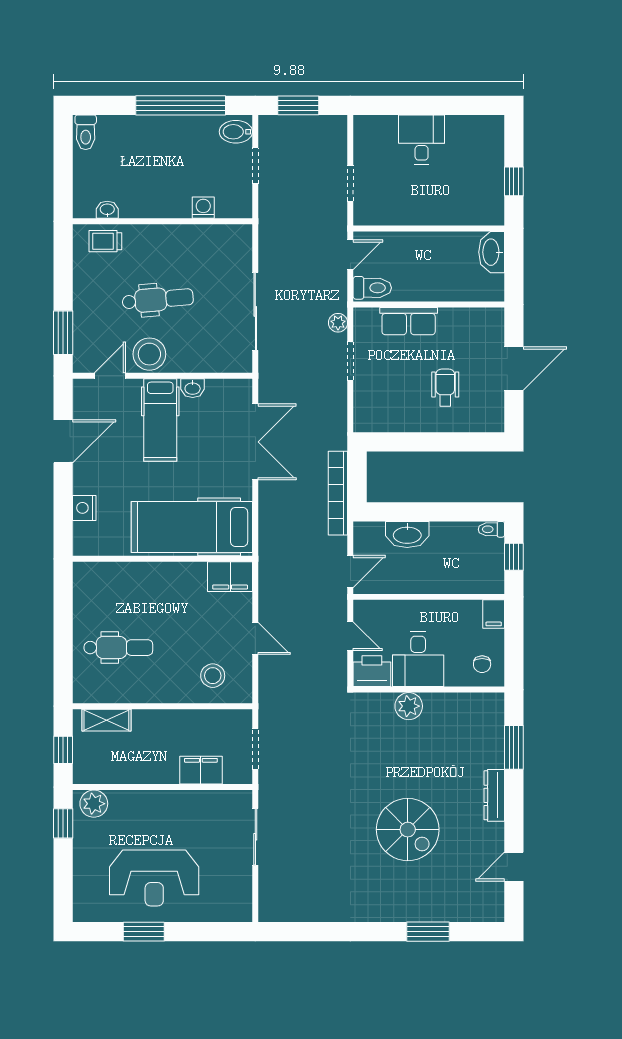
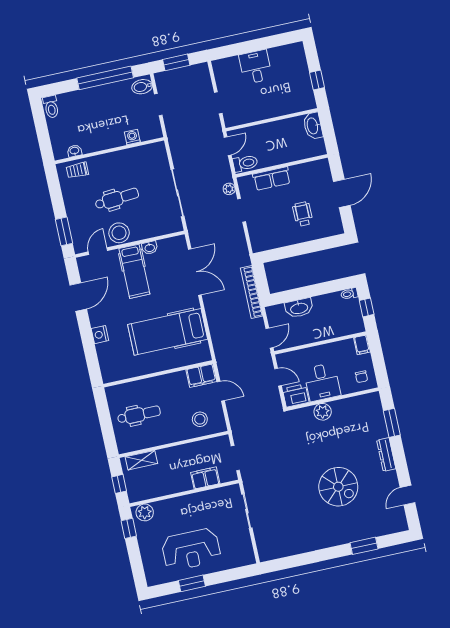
wall: (163, 559) -> (158, 374), moved
filing cabinet: (230, 577) -> (201, 376), moved

